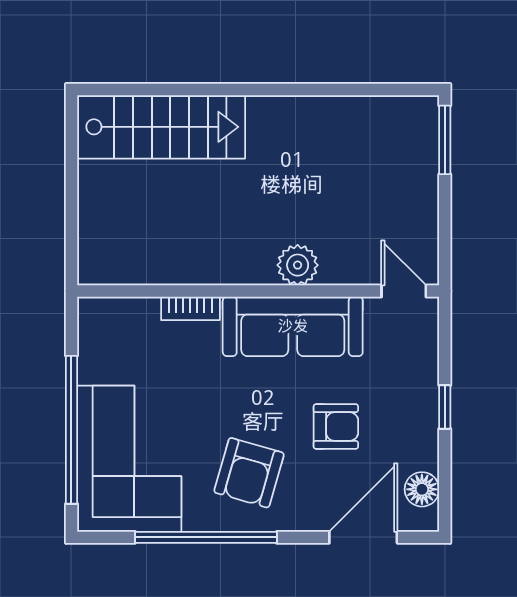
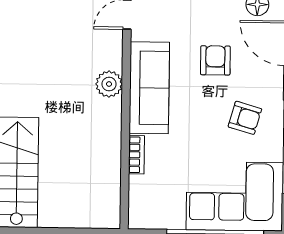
armchair: (249, 473) -> (245, 118), width x0.72, depth x0.72

